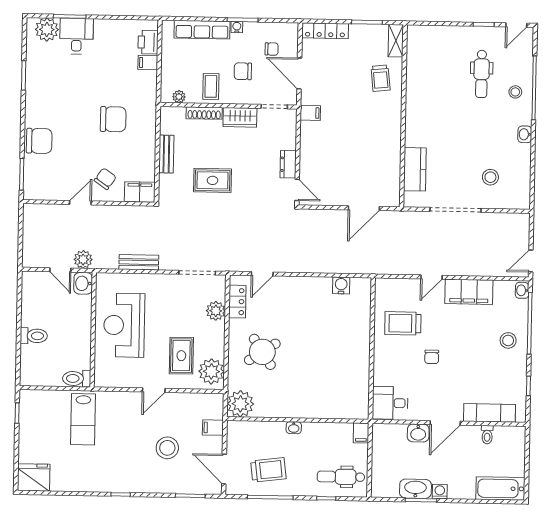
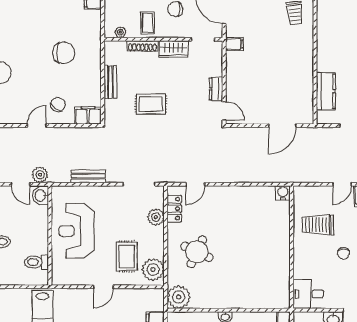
water cooler: (341, 285) -> (283, 193), moved
round table: (262, 352) -> (197, 252), turned -32
toilet: (77, 379) -> (36, 262), moved

